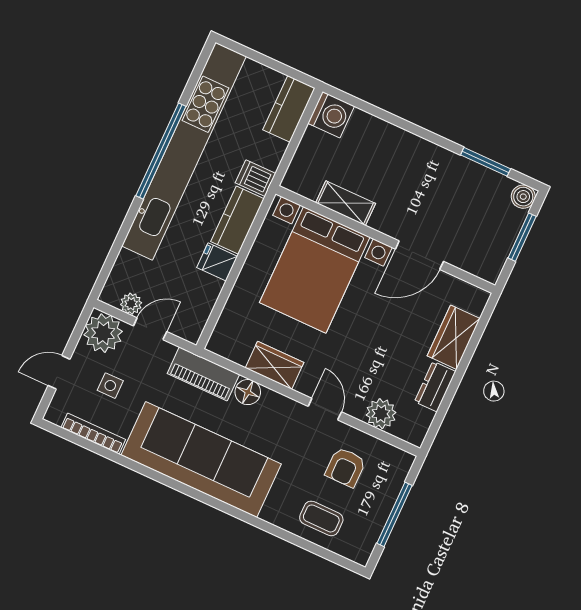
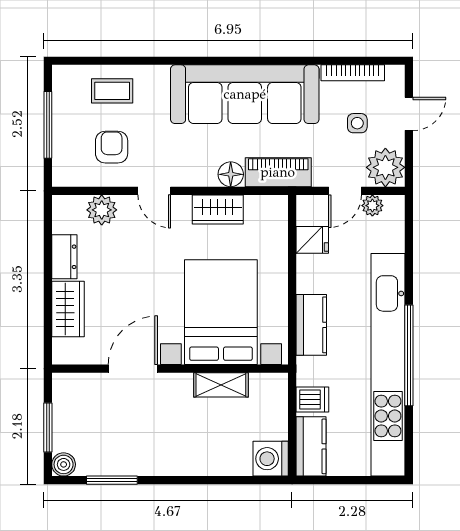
dishwasher: (256, 178) -> (312, 399), moved
fridge: (217, 262) -> (312, 240), moved

